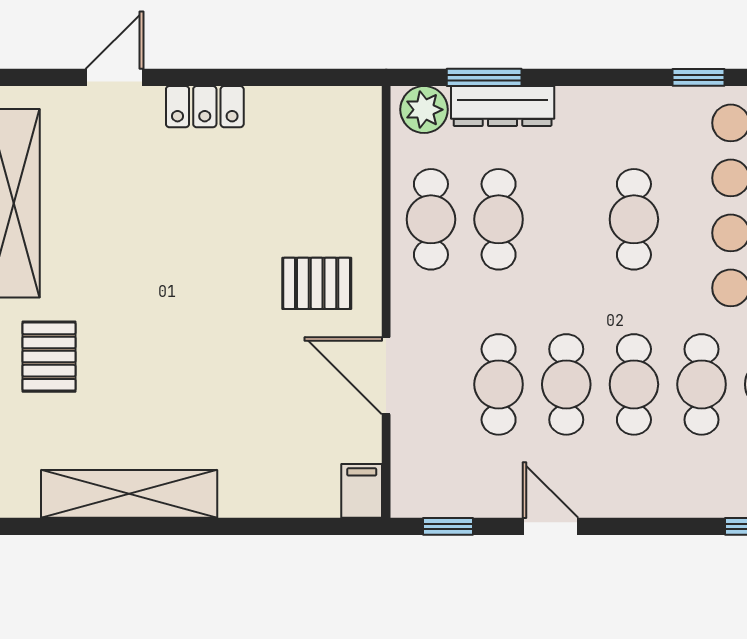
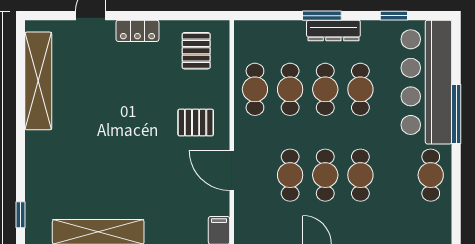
window: (484, 77) -> (322, 16), moved
dresser: (503, 106) -> (333, 30), moved
plant: (424, 110) -> (251, 32), removed
pallet: (49, 357) -> (196, 51), moved
cafe table: (702, 384) -> (325, 89), moved

